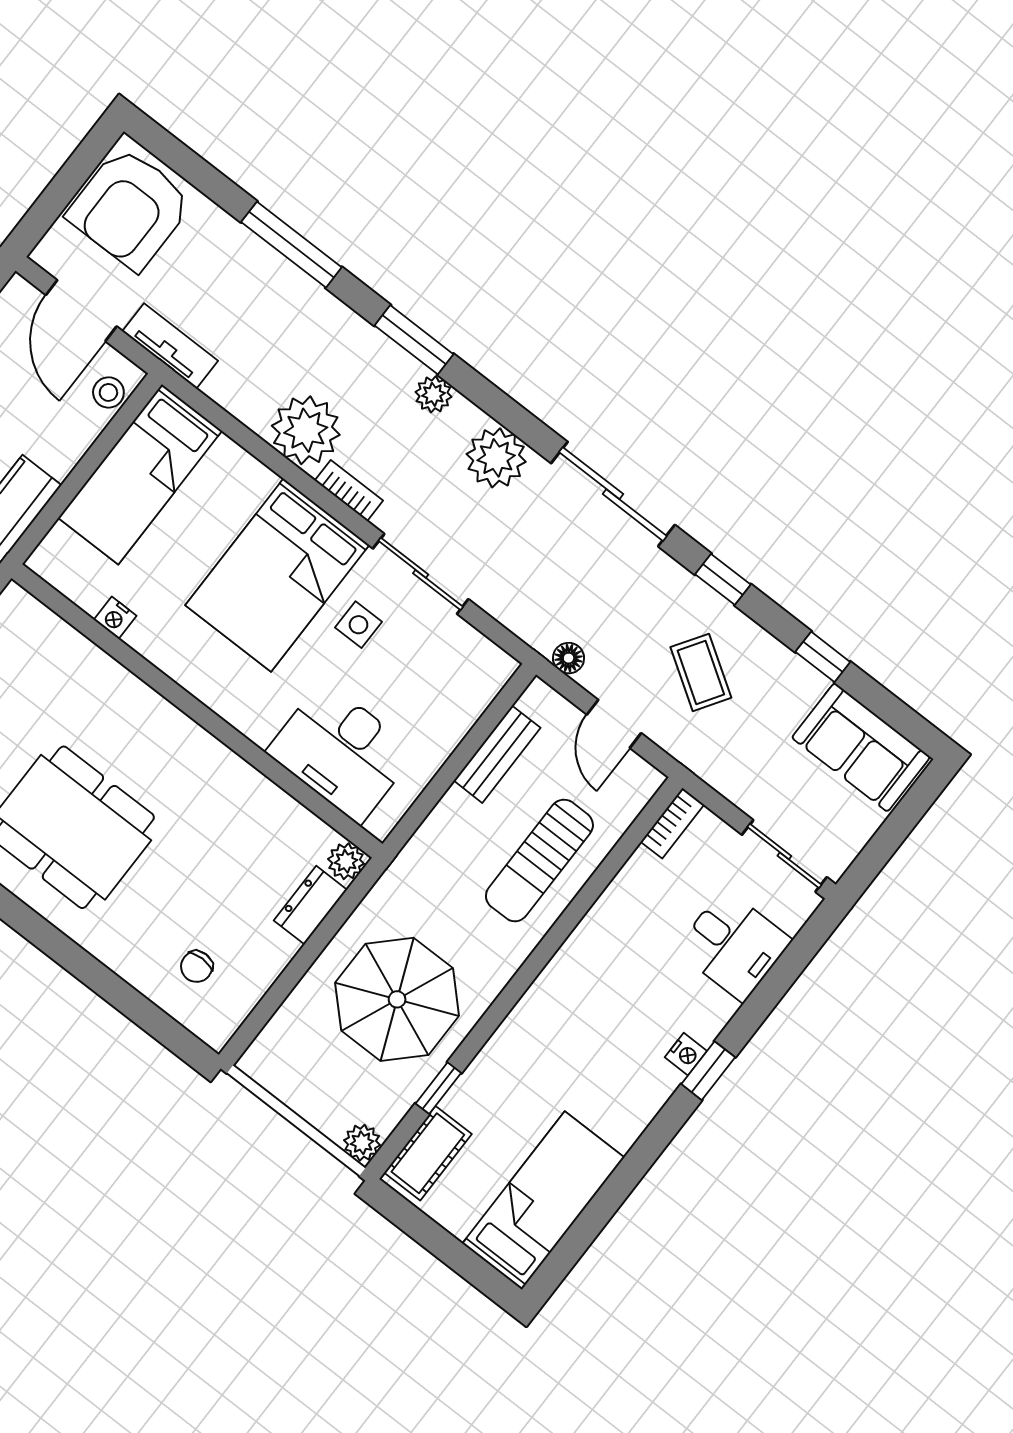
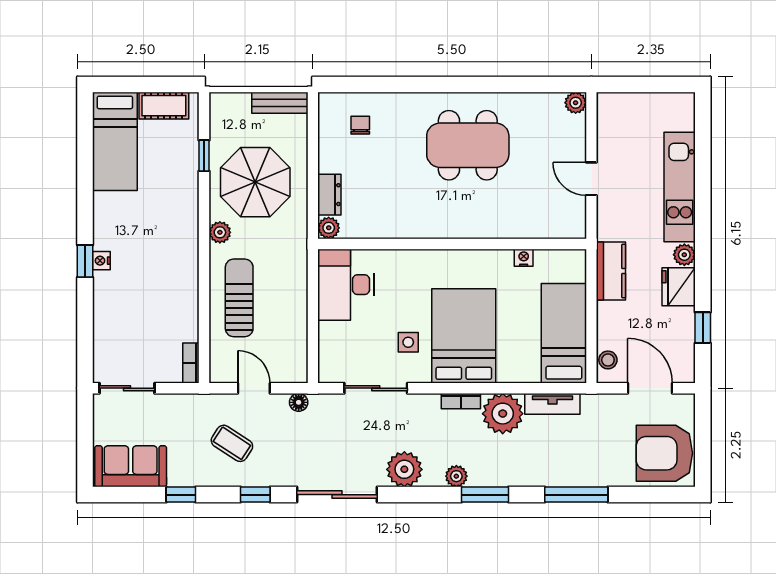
armchair: (130, 208) -> (664, 453), turned -90
tv unit: (170, 346) -> (552, 404), moved
sliding door: (421, 574) -> (376, 388), moved
desk: (341, 752) -> (346, 285), moved, turned -90
bench: (497, 754) -> (280, 103), moved, turned 90
desk: (734, 945) -> (119, 329), removed
plant: (362, 1143) -> (220, 232), moved
cot: (428, 1153) -> (164, 106), moved, turned 90

